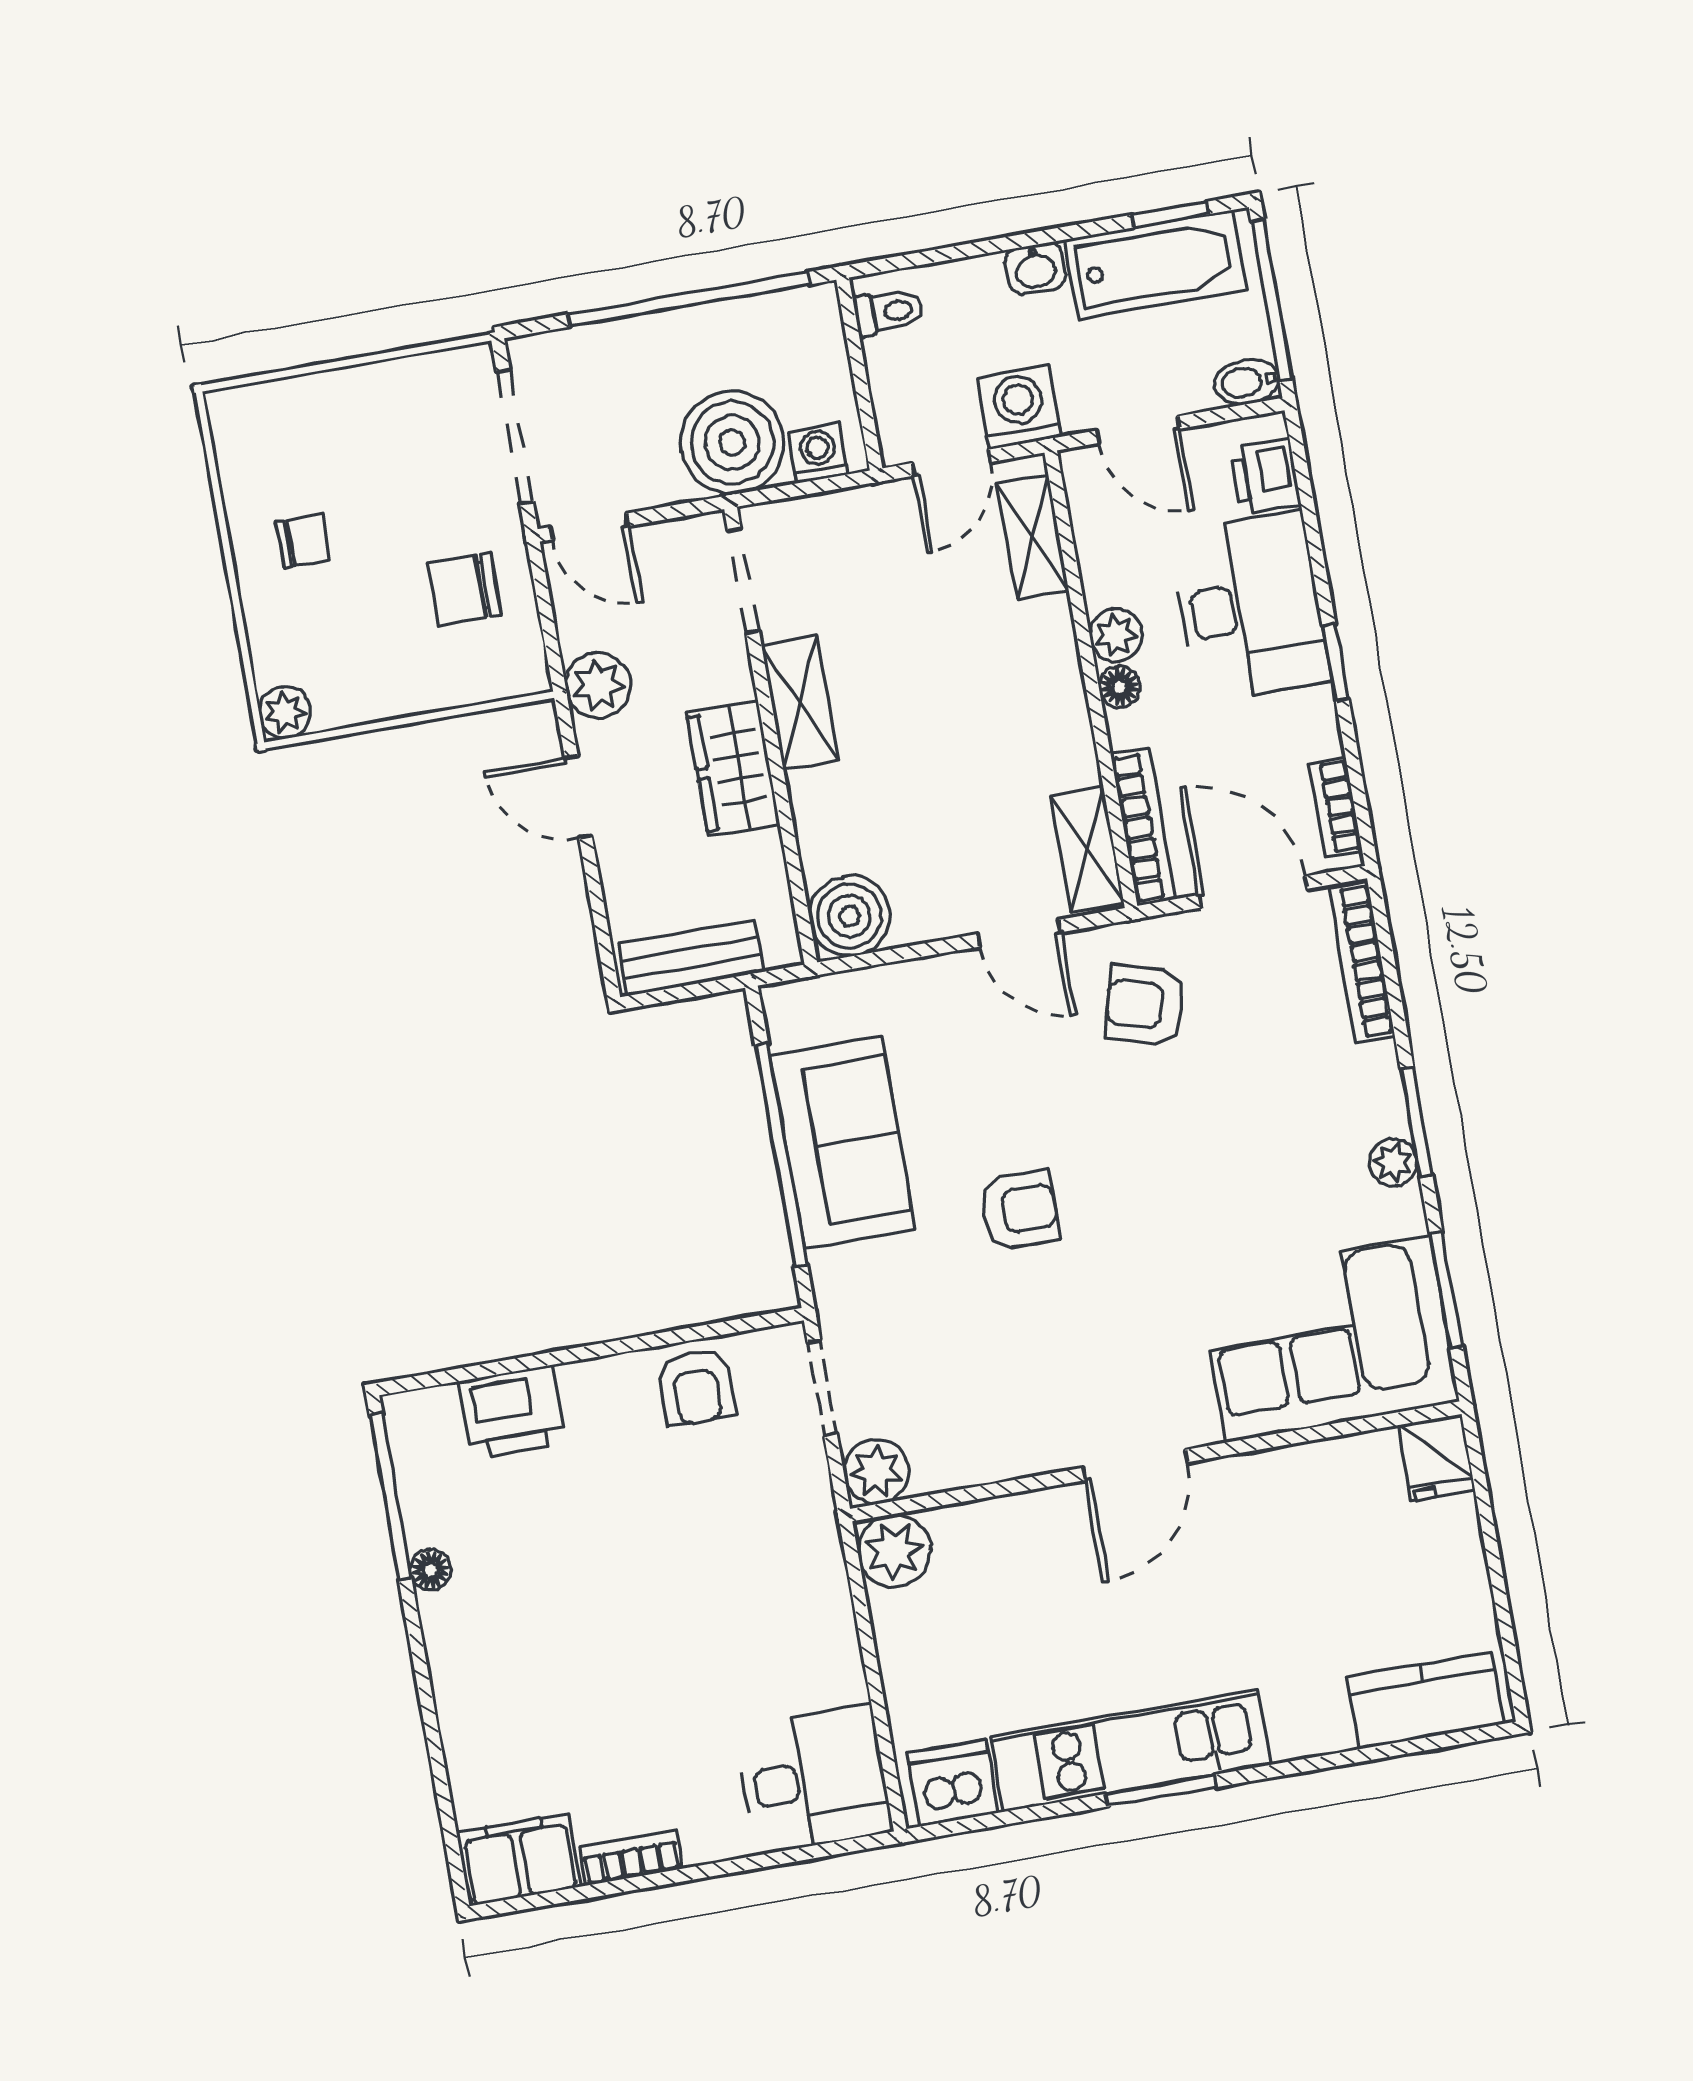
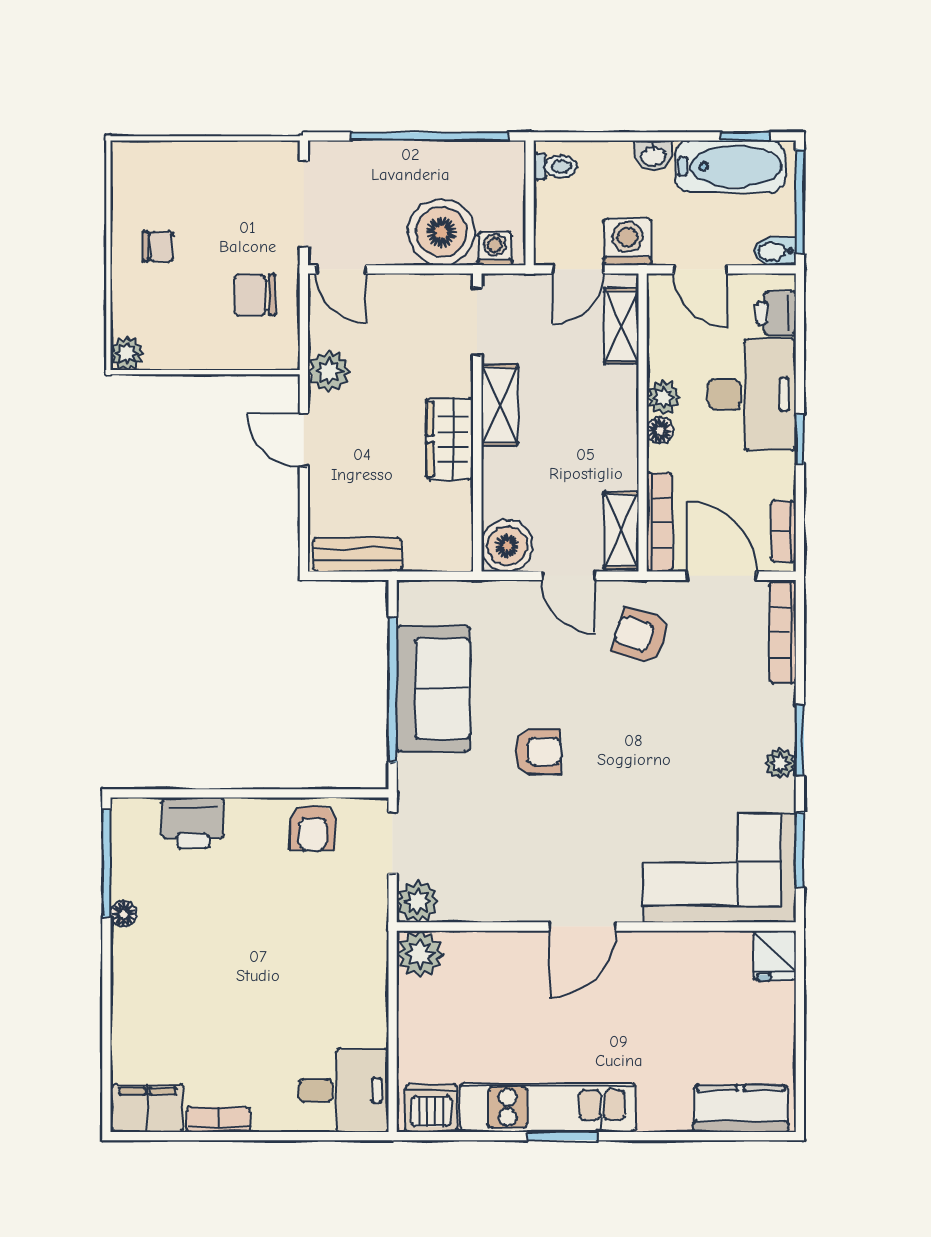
doorway: (743, 581) -> (477, 321), moved
shelving: (800, 703) -> (500, 405), moved
wall: (771, 736) -> (477, 423), moved
wardrobe: (733, 768) -> (450, 439), moved
boiler: (850, 916) -> (507, 546), moved

